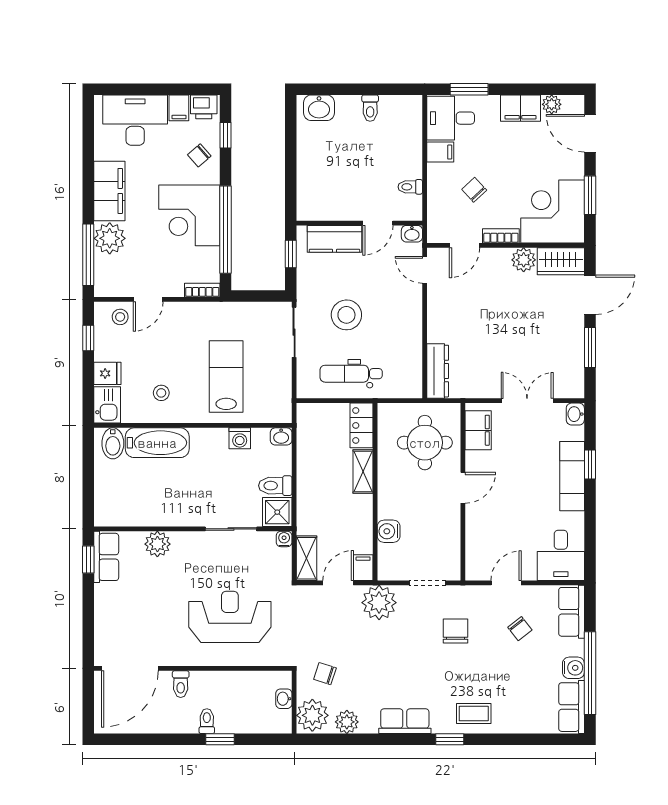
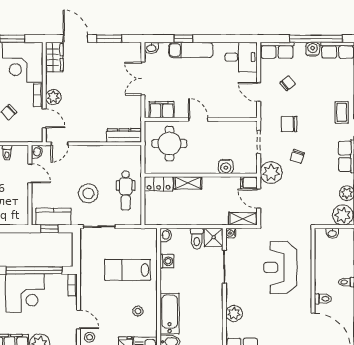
kitchen counter: (334, 239) -> (53, 217), moved, turned -90
plant: (524, 260) -> (53, 97), moved
chair: (325, 674) -> (297, 156), moved

